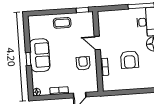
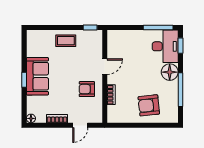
door: (97, 43) -> (105, 67), swing flipped
armchair: (130, 60) -> (149, 105), moved, turned 84
armchair: (83, 63) -> (87, 89), turned -89

